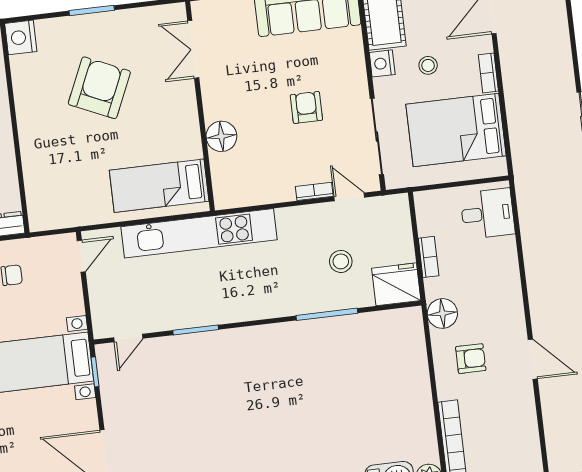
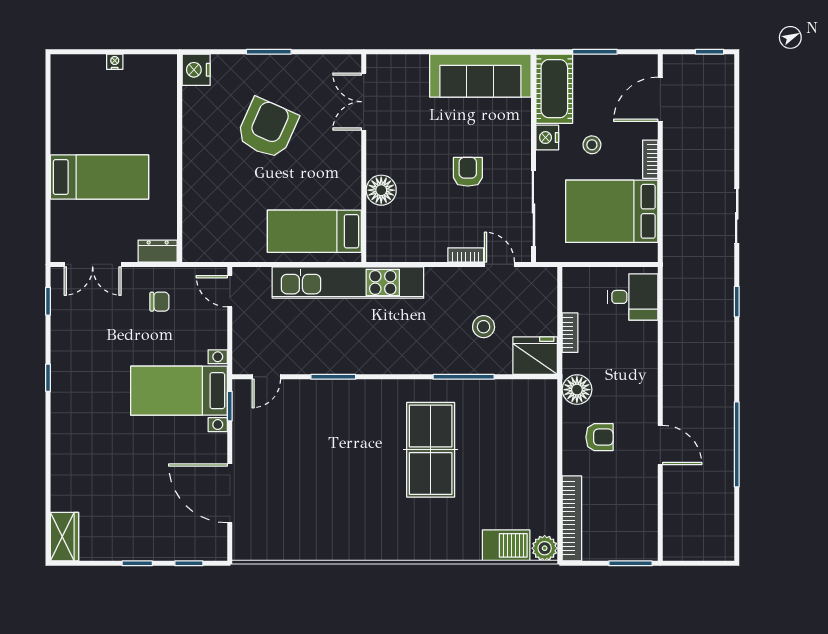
door: (81, 256) -> (230, 291), swing flipped
table tennis table: (302, 392) -> (431, 450), added

